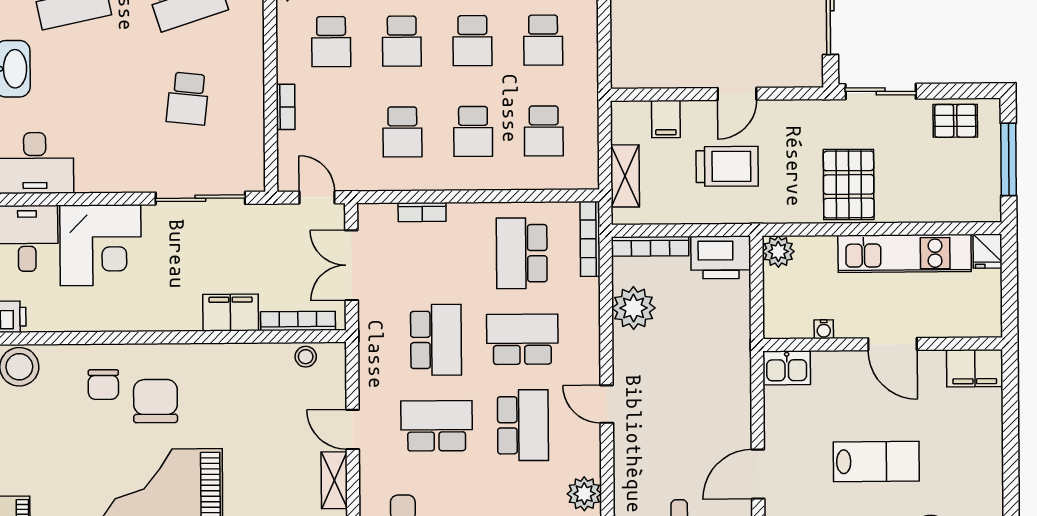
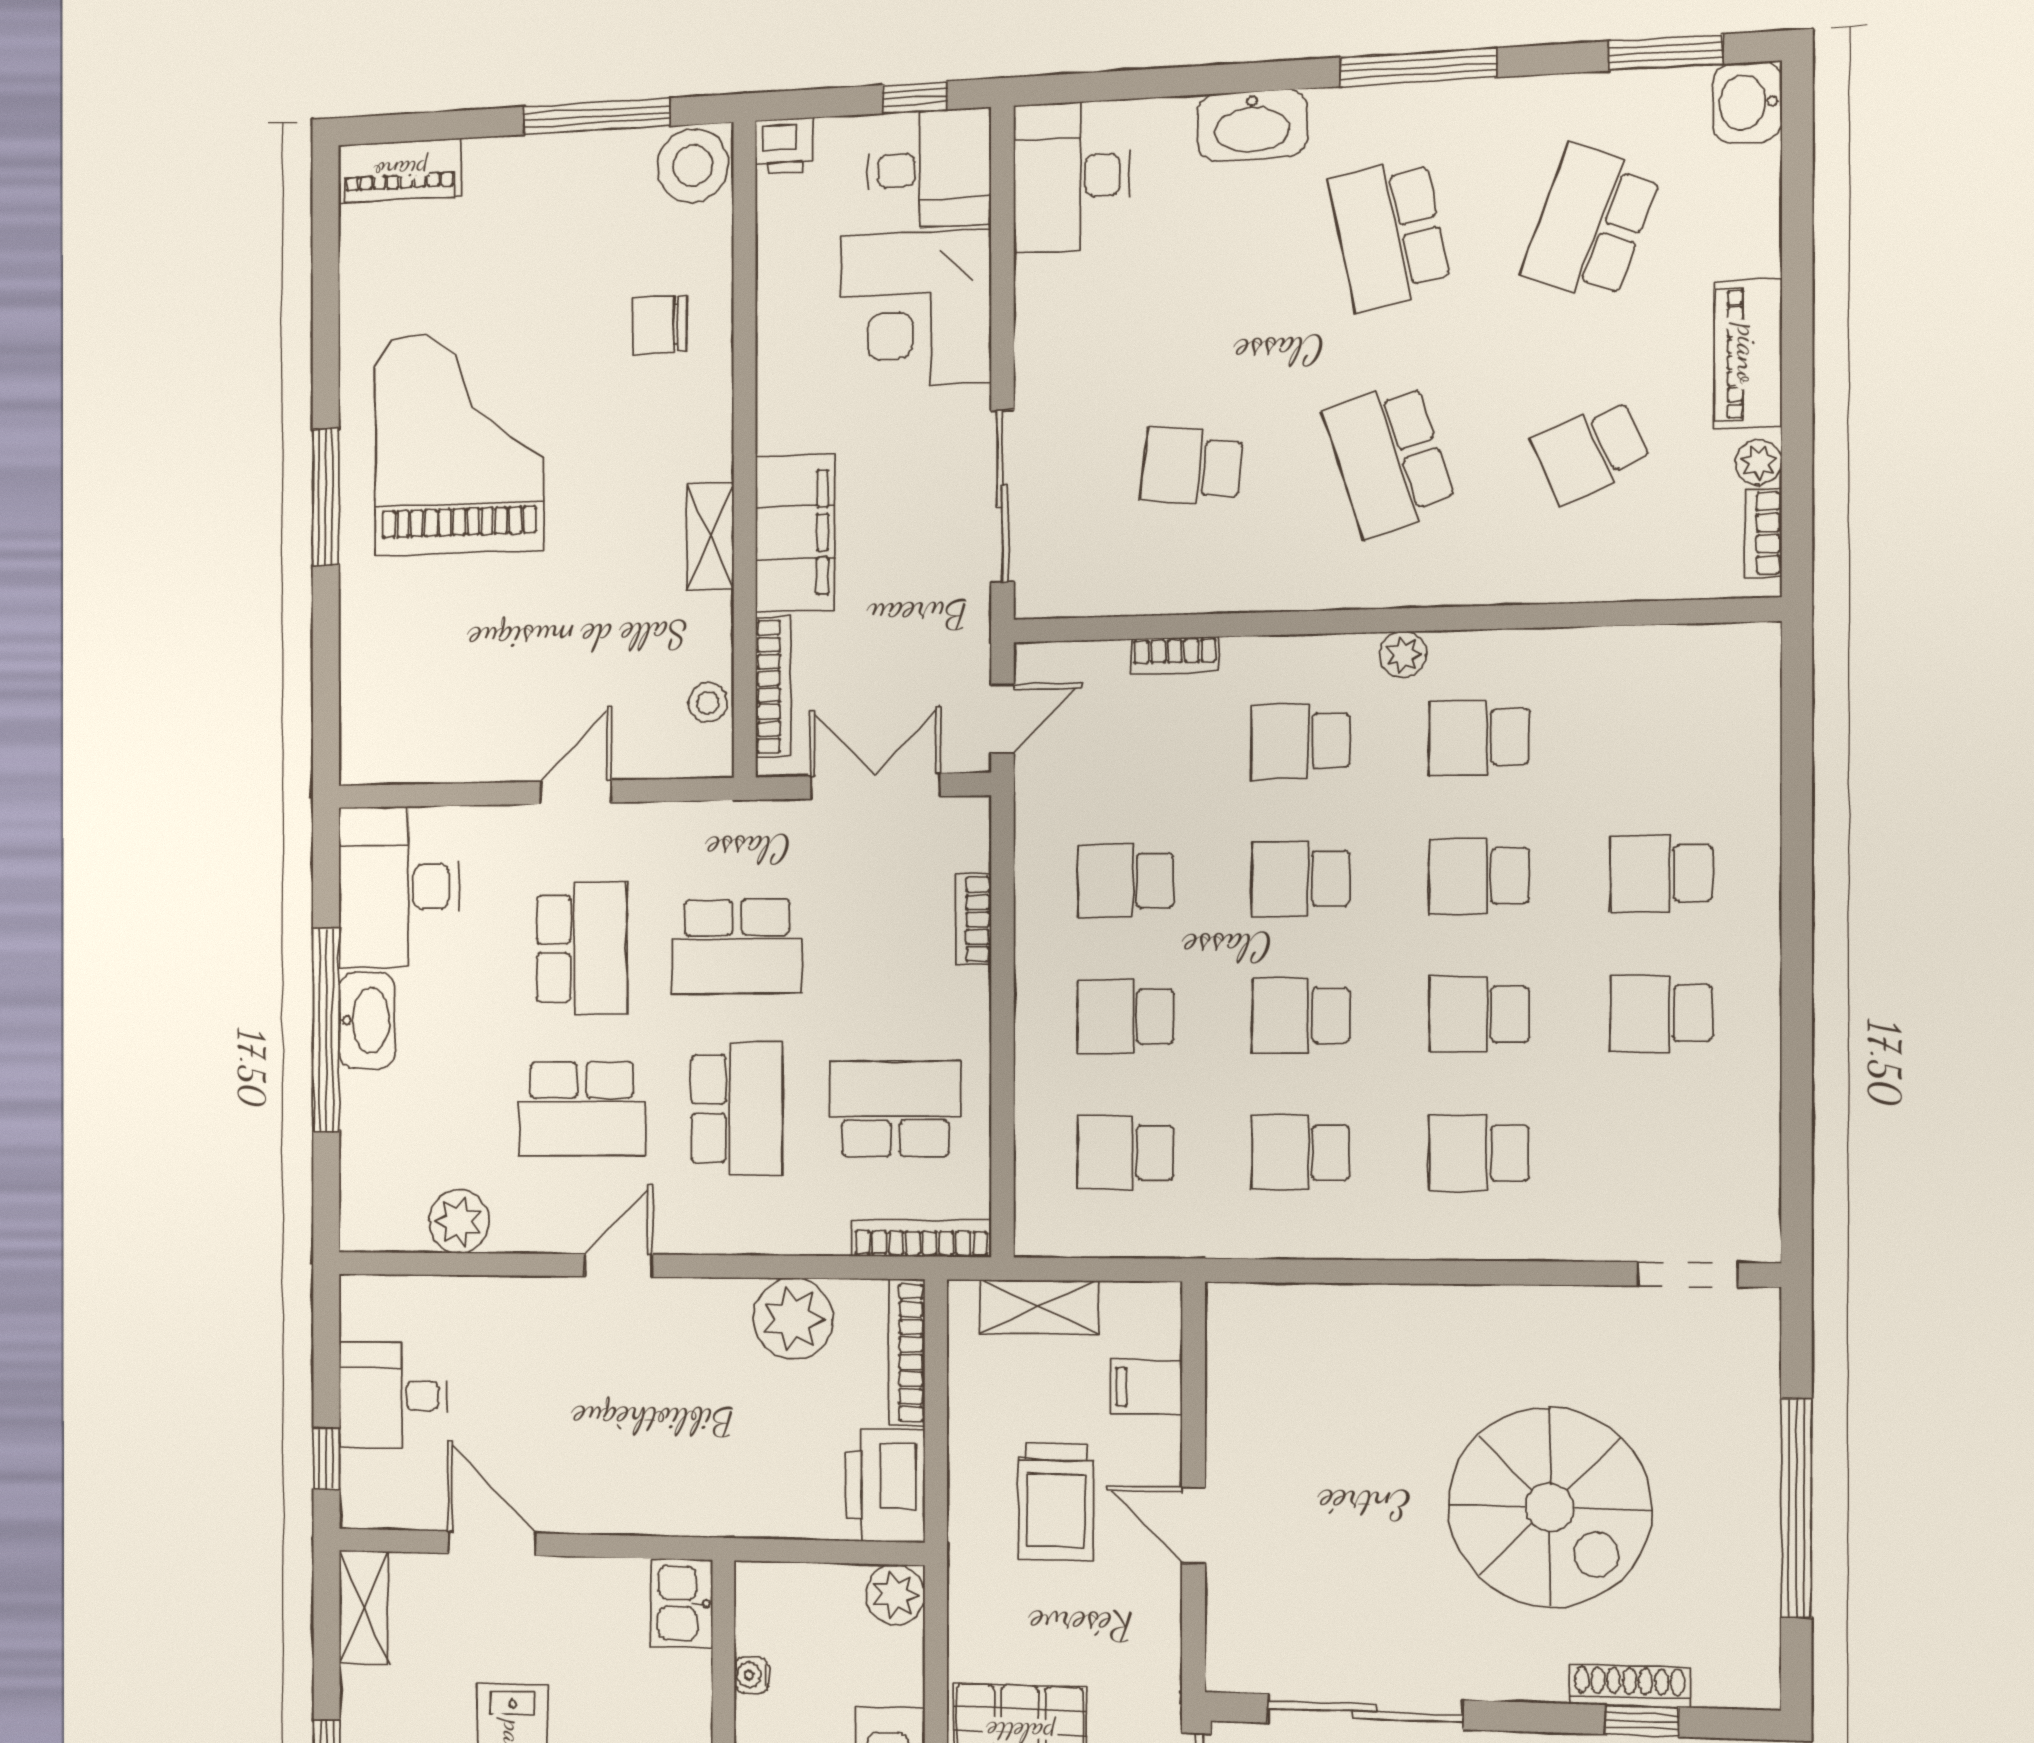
filing cabinet: (231, 313) -> (795, 533), width x1.50, depth x1.17
chair: (156, 401) -> (629, 423), removed
shelving: (334, 480) -> (710, 537), moved, turned 90

